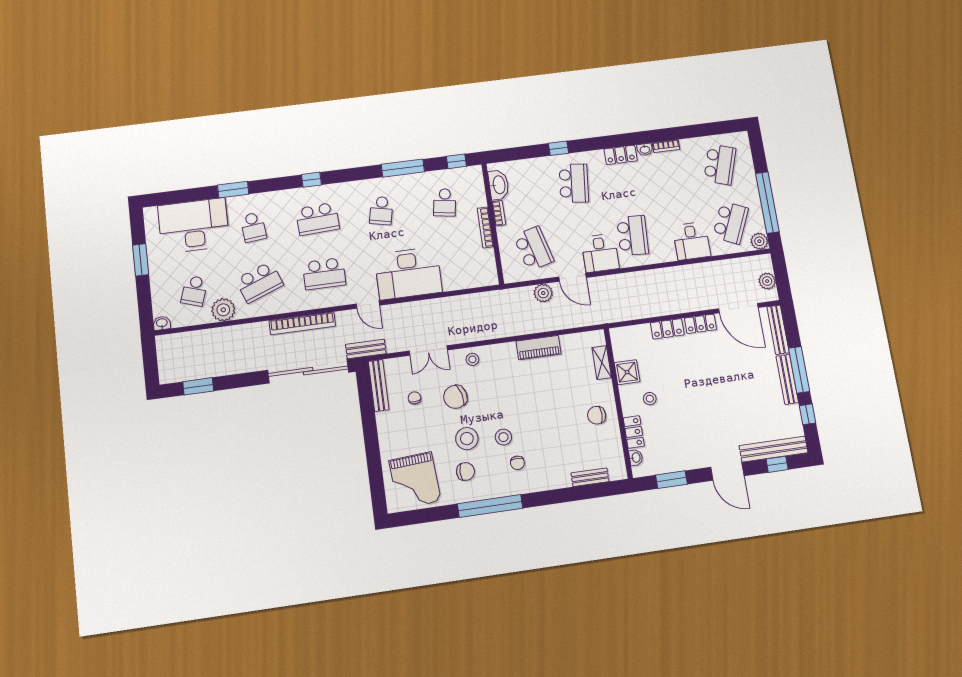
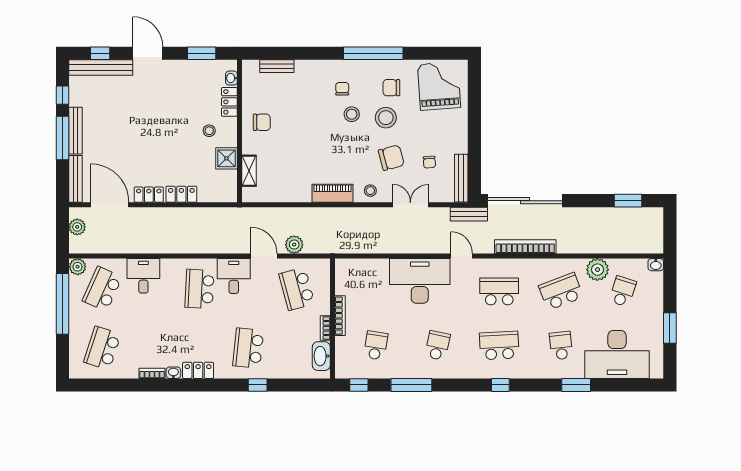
piano: (539, 348) -> (333, 193), moved

